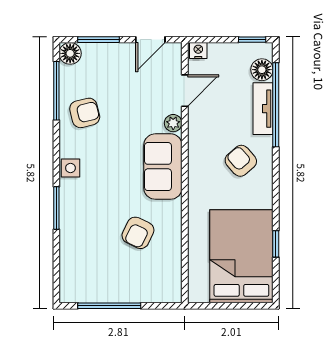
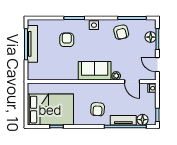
floor lamp: (70, 53) -> (151, 37), moved
armchair: (241, 161) -> (98, 109), turned 134
armchair: (138, 233) -> (67, 40), moved, turned 64
tv unit: (108, 293) -> (32, 44), added

